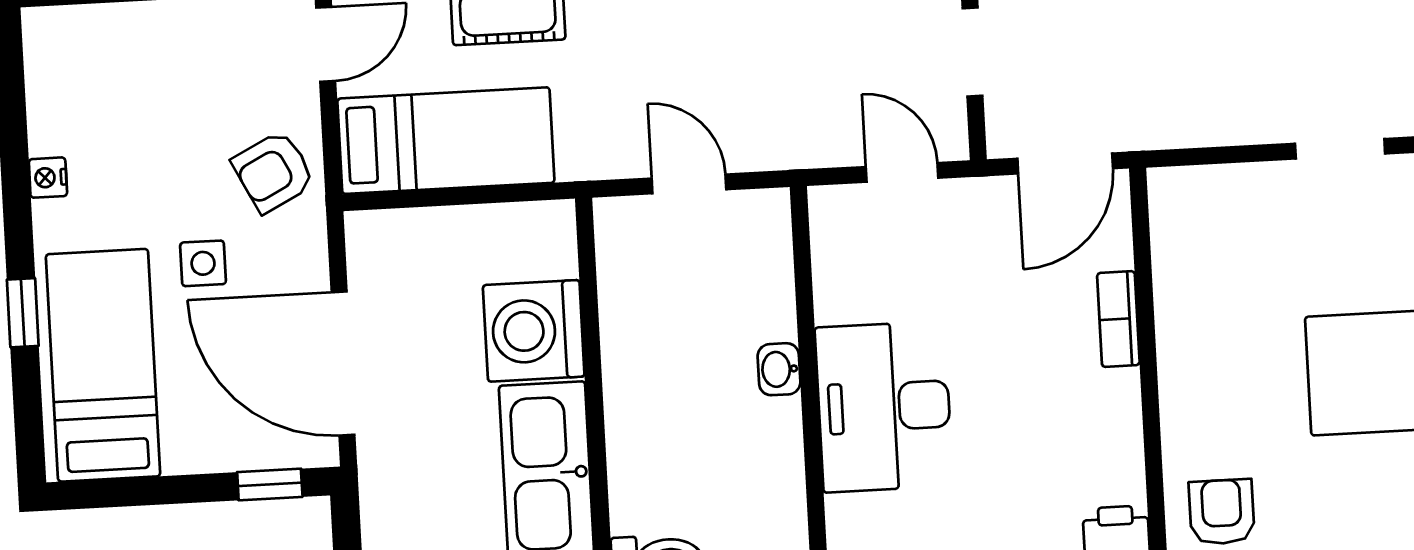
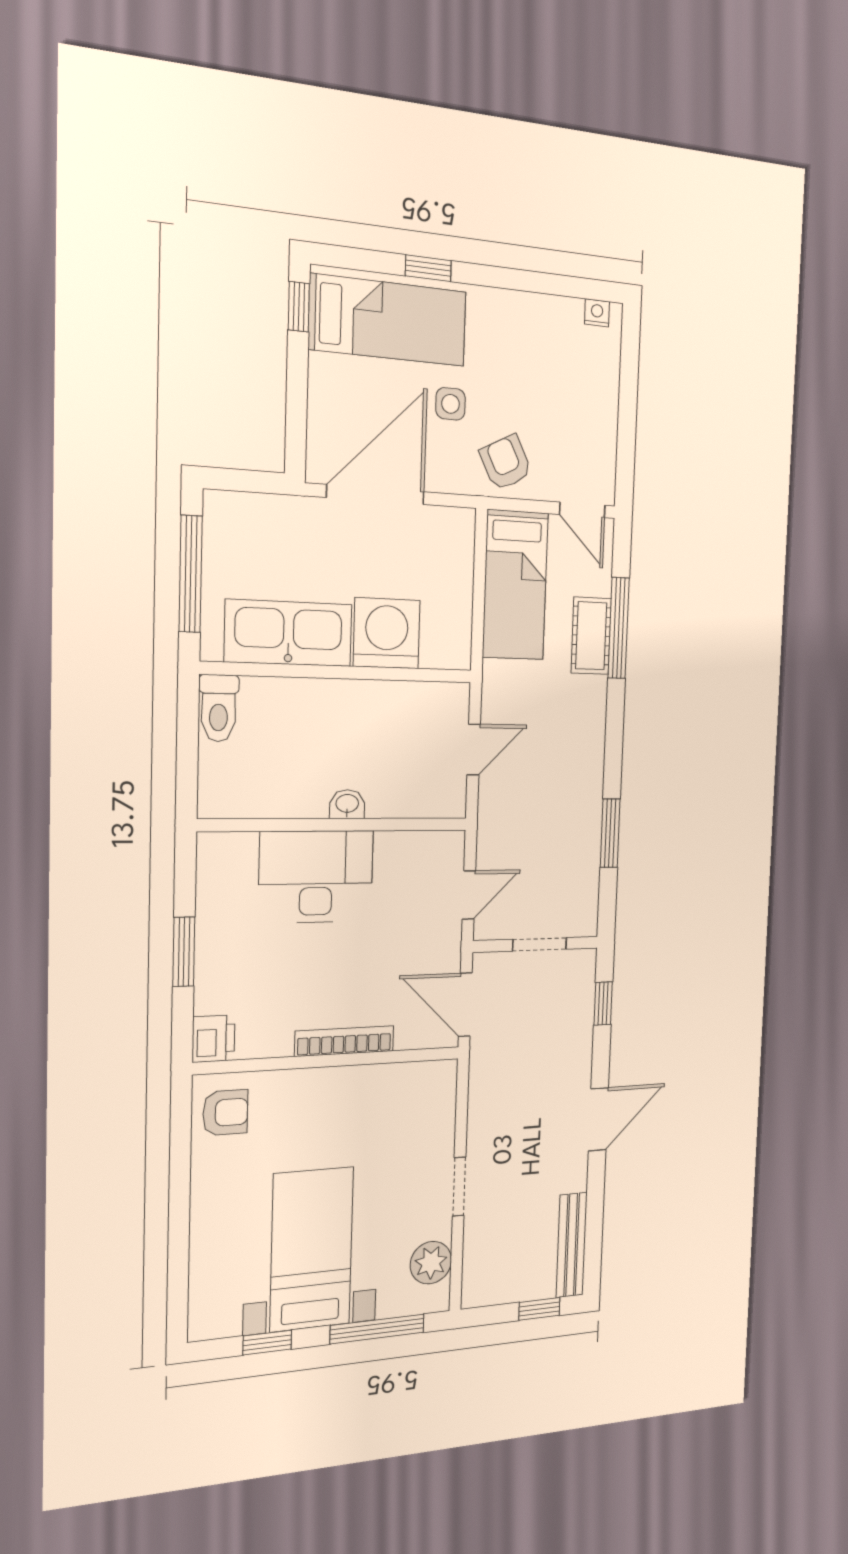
nightstand: (48, 178) -> (597, 313), moved
bookcase: (1118, 319) -> (344, 1041), width x1.56
window: (270, 484) -> (299, 307), moved

